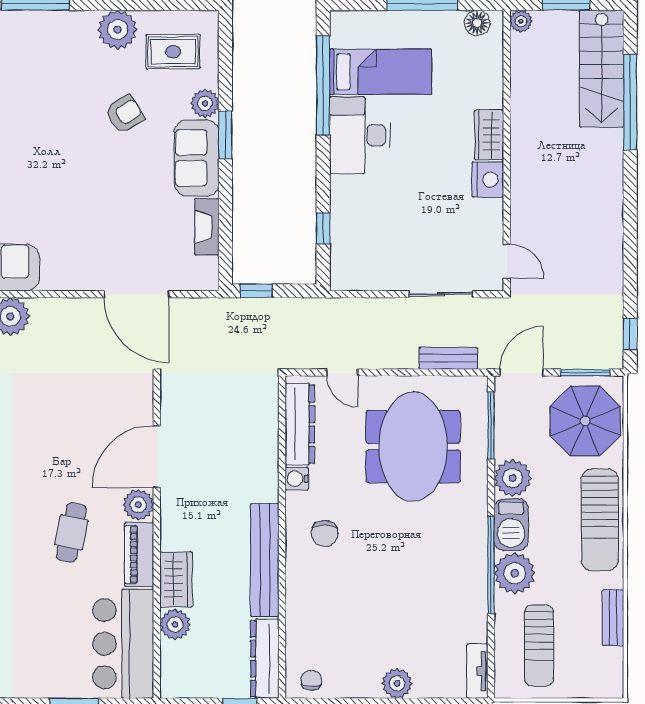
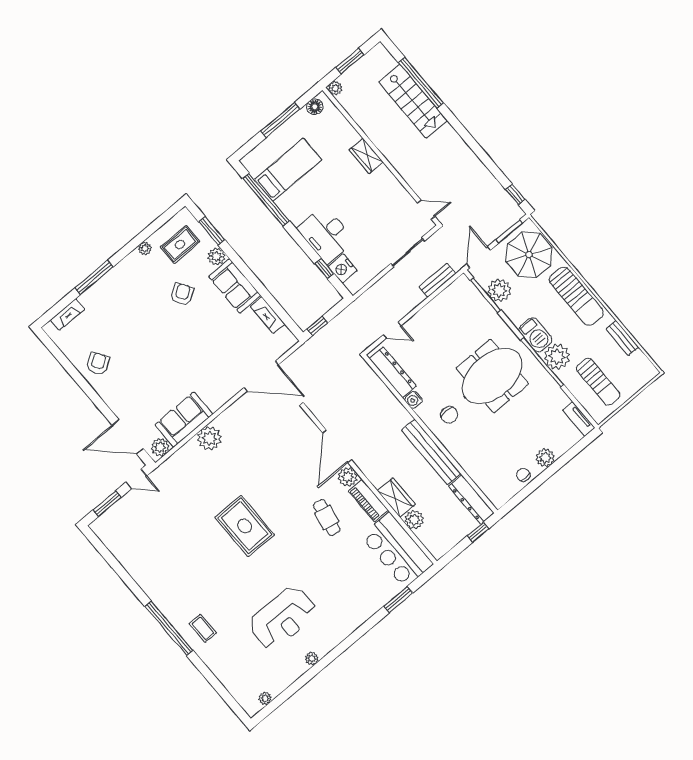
plant: (118, 30) -> (145, 248), width x0.53, depth x0.53
stairs: (602, 69) -> (413, 101), moved
window: (225, 135) -> (212, 231), moved
desk: (360, 135) -> (326, 235), moved
nightstand: (488, 180) -> (343, 268), moved, turned 180
meeting table: (413, 447) -> (492, 376), moved, turned 90
plant: (513, 478) -> (499, 290), moved
chair: (311, 680) -> (523, 475), moved

